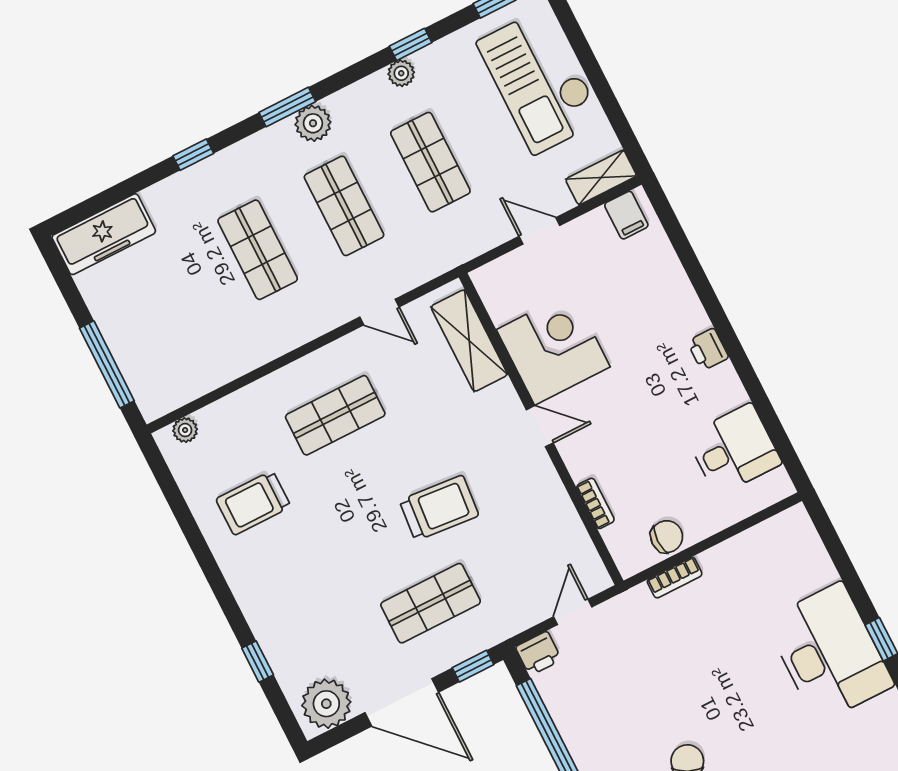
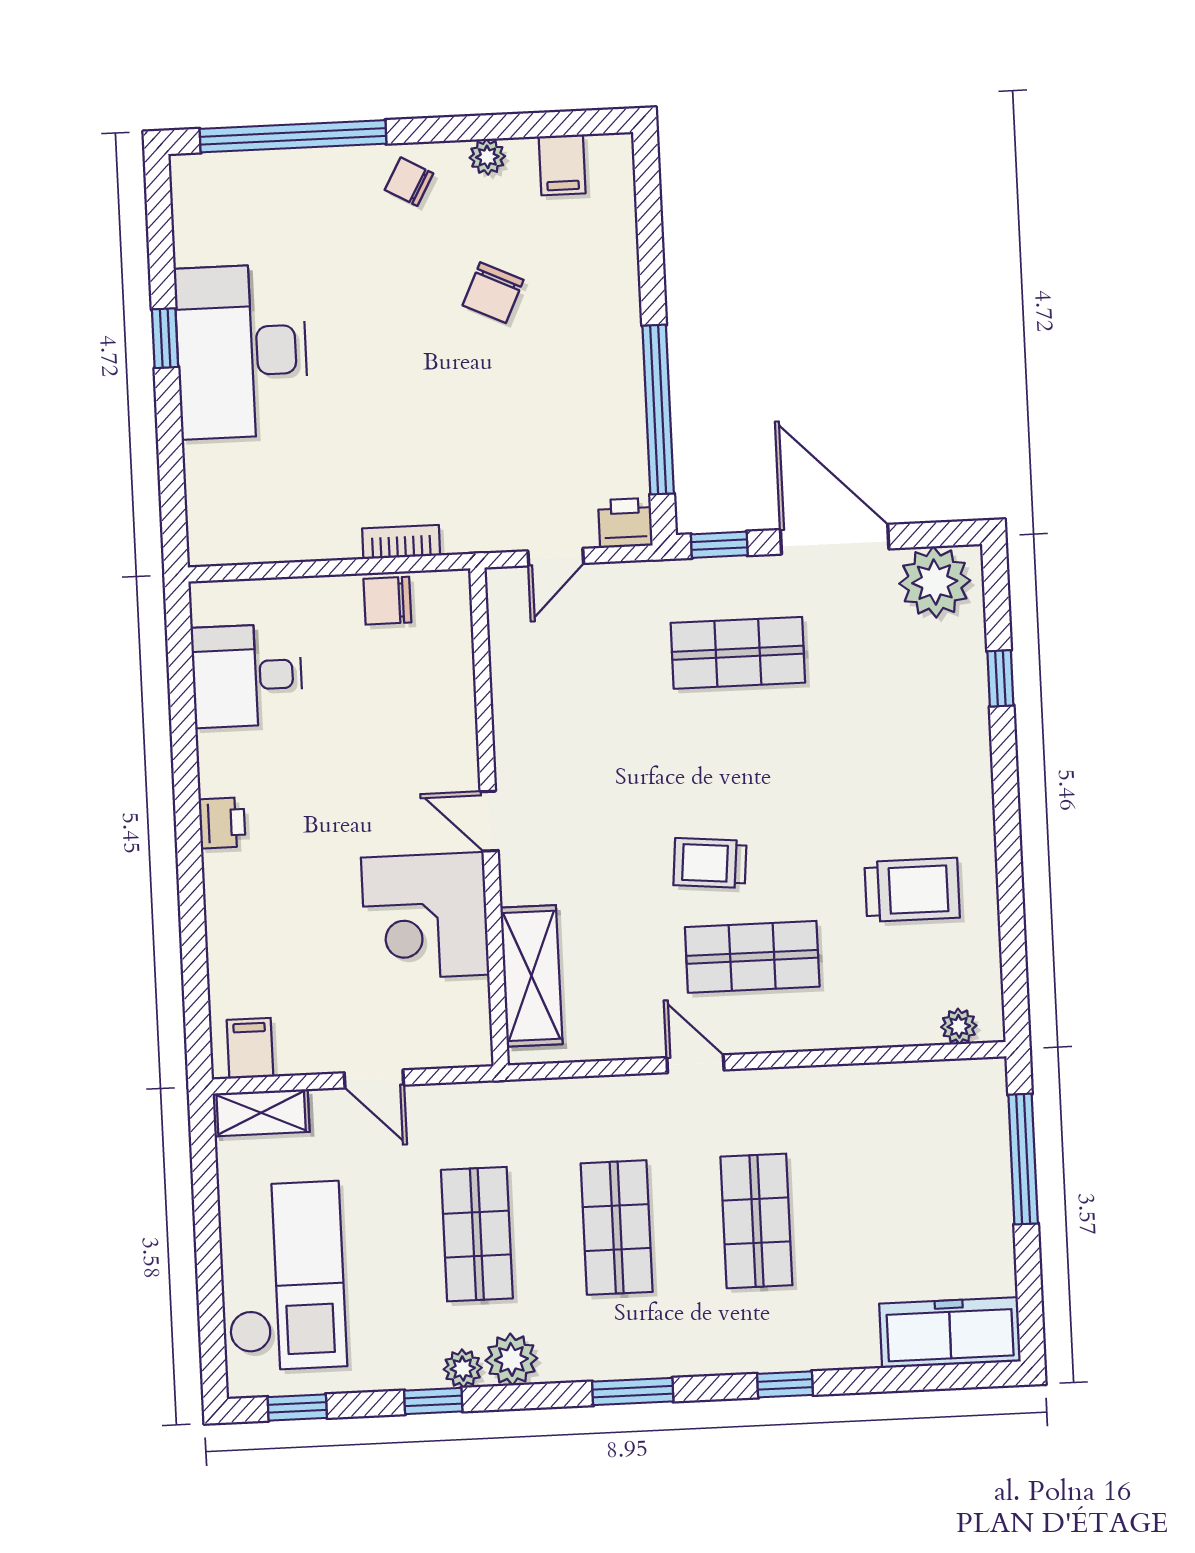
plant: (313, 123) -> (511, 1359), moved
door: (379, 312) -> (695, 1064), moved
bookcase: (595, 503) -> (462, 687), removed
trolley: (439, 508) -> (710, 863), moved, width x0.73, depth x0.72

